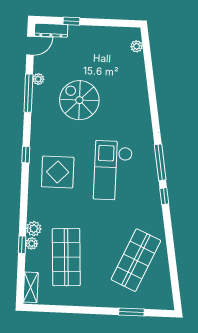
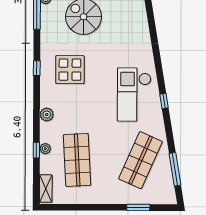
window: (160, 162) -> (175, 169), moved
checkout: (113, 170) -> (134, 95), moved
display table: (58, 172) -> (70, 70), moved
plant: (34, 229) -> (47, 115), moved

